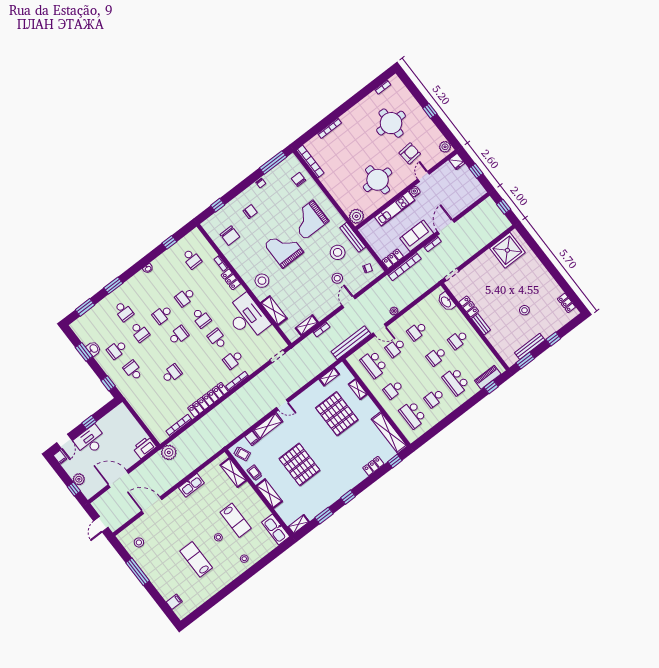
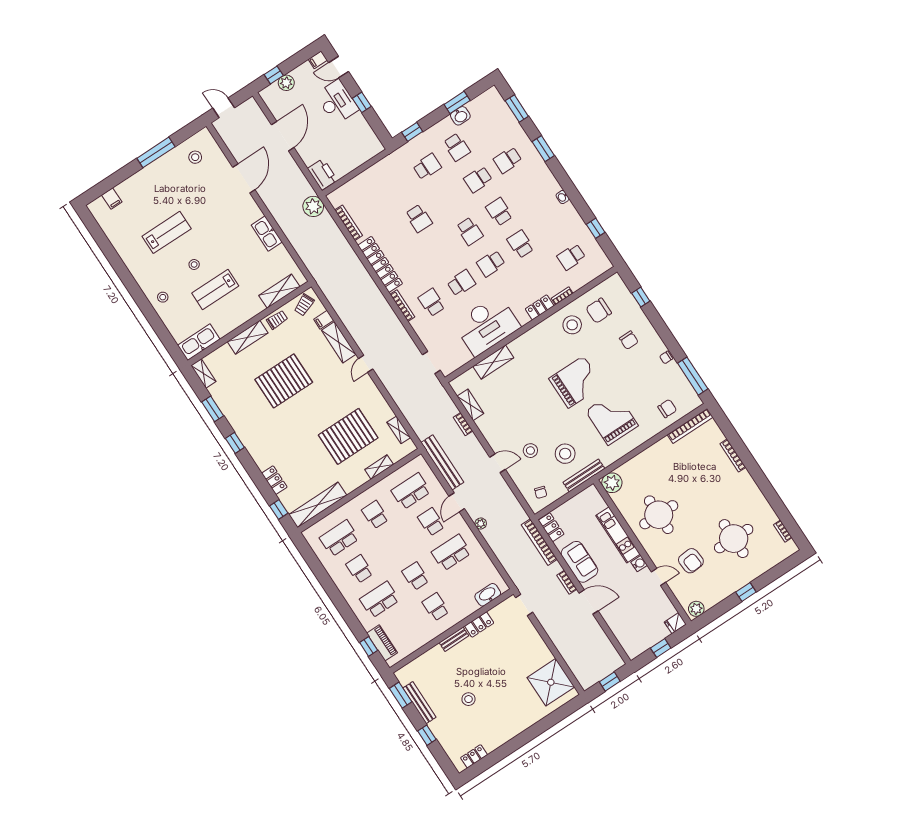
stool: (262, 281) -> (572, 325), moved
school desk: (417, 331) -> (451, 553), width x1.85
school desk: (117, 350) -> (457, 147), turned 180

